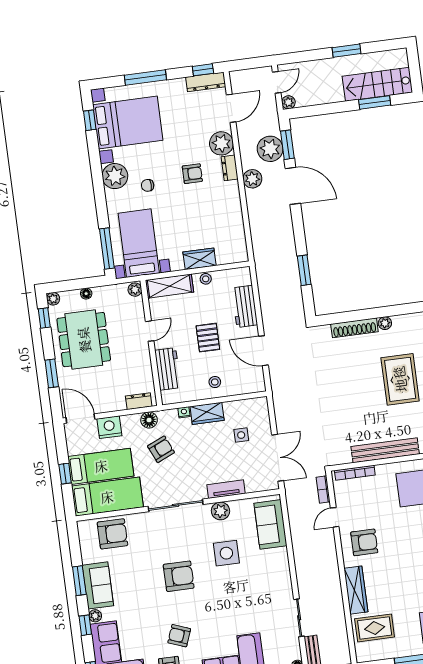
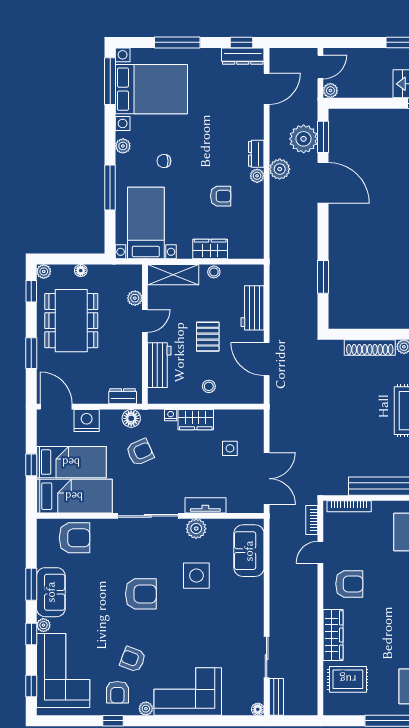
window: (90, 120) -> (110, 81), width x2.17
plant: (221, 143) -> (257, 176), moved, width x0.53, depth x0.53
armchair: (192, 174) -> (221, 196), moved
plant: (115, 176) -> (123, 146), width x0.53, depth x0.53
window: (107, 249) -> (110, 187), moved
plant: (135, 290) -> (135, 298), moved

